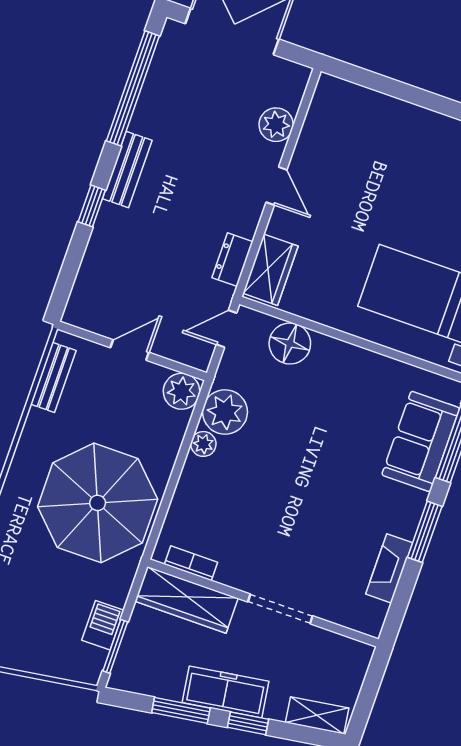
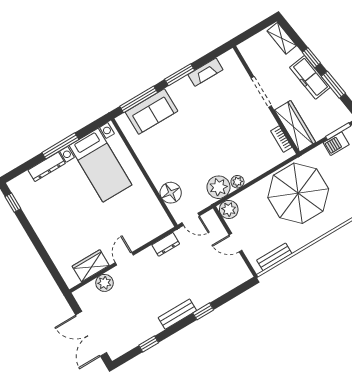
window: (133, 88) -> (149, 344), width x0.32
wardrobe: (271, 270) -> (91, 266), moved

